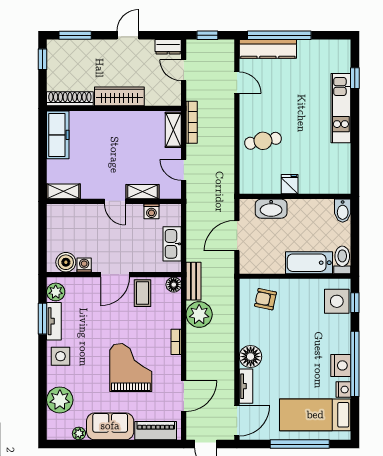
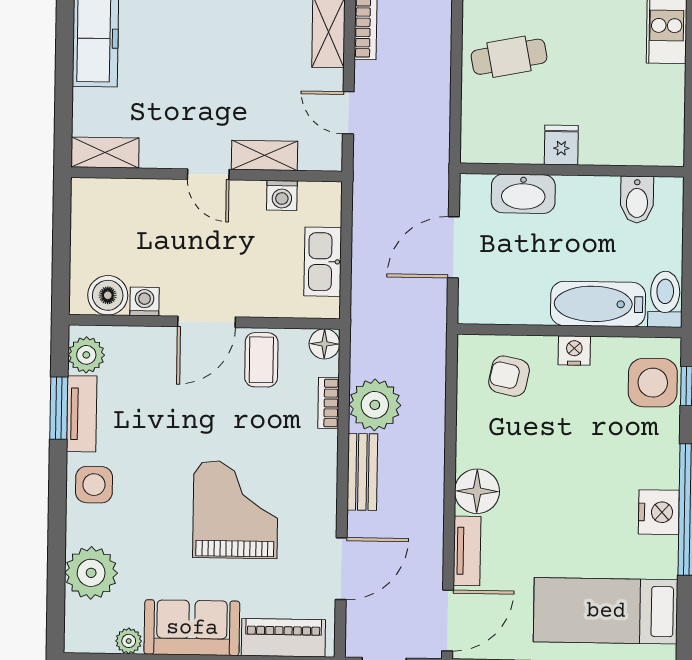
bidet: (343, 211) -> (637, 200), moved
bench: (193, 281) -> (362, 472), moved
bookcase: (176, 342) -> (328, 403), moved
nightstand: (343, 390) -> (574, 351), moved, turned -90

